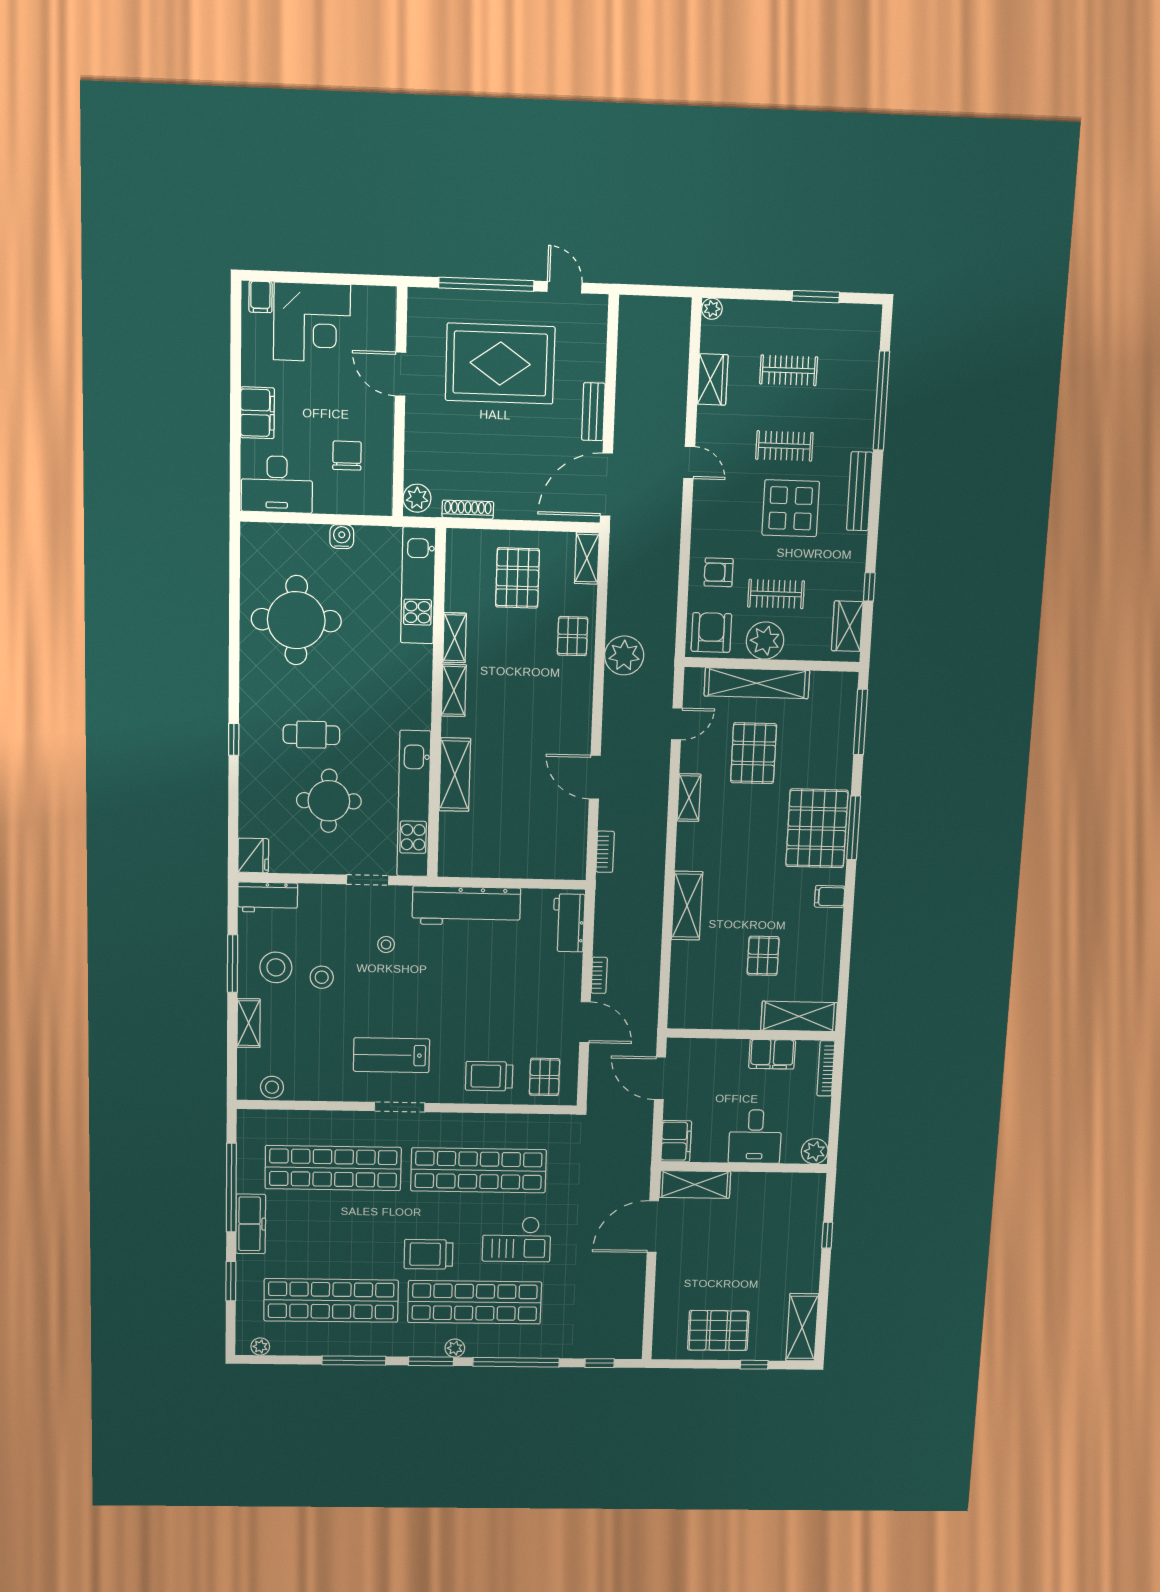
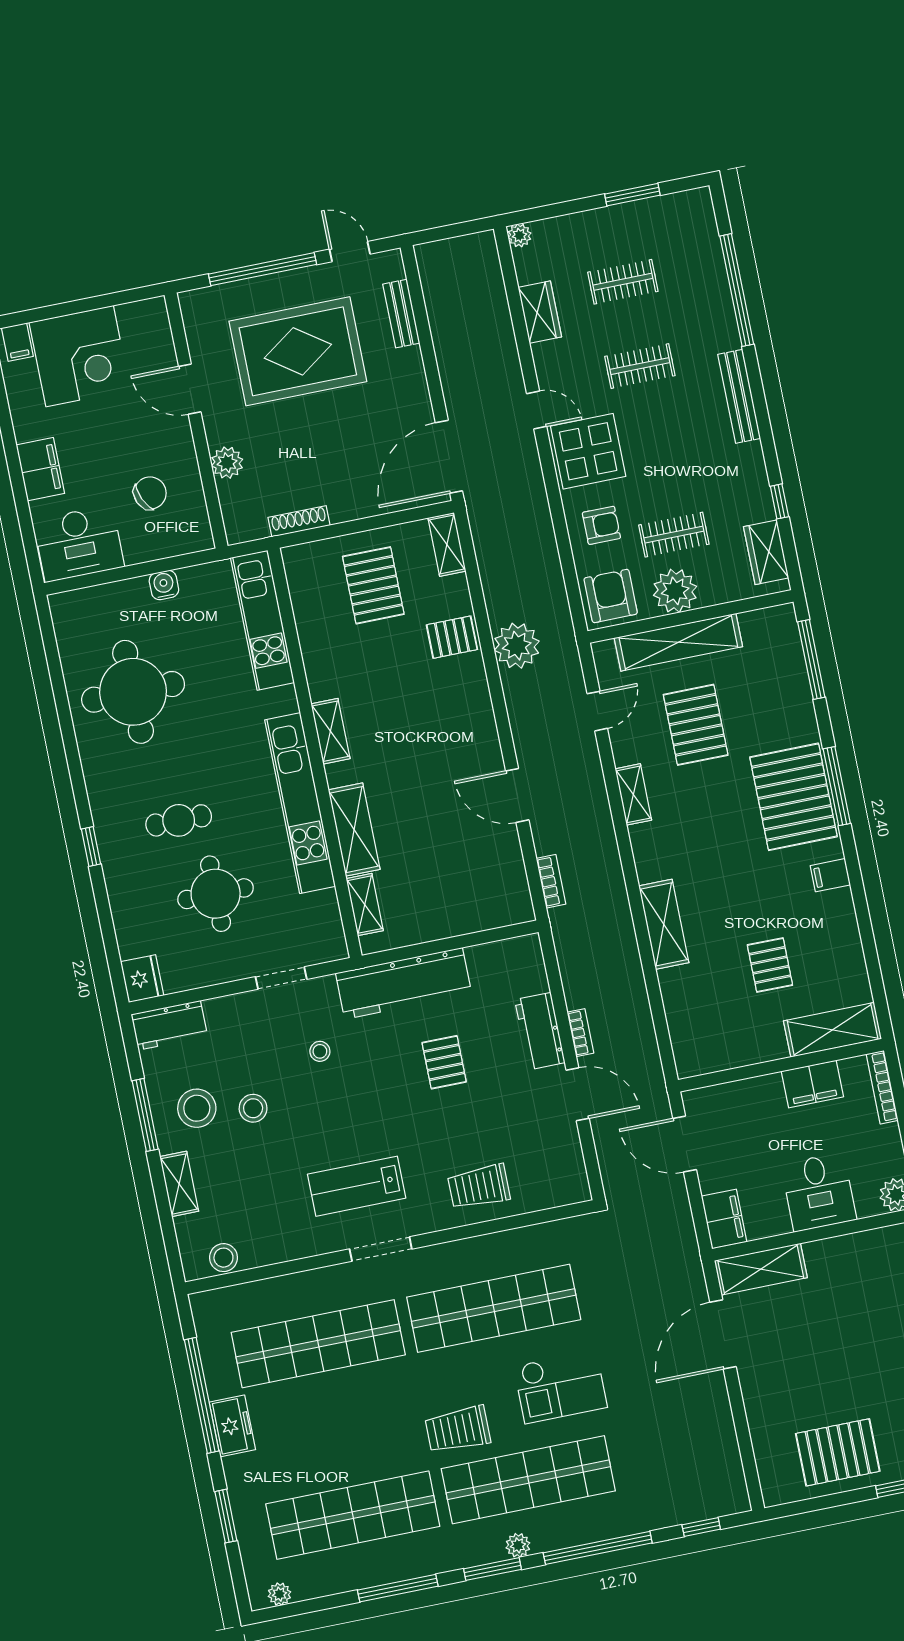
bench: (593, 412) -> (401, 314), moved
chair: (347, 456) -> (150, 493), turned 66
plant: (417, 498) -> (227, 463), moved
display table: (791, 508) -> (588, 451), moved
armchair: (719, 572) -> (601, 525), turned 180
pallet: (573, 636) -> (452, 637), turned 90
shelving: (455, 638) -> (365, 905), moved
kitchen unit: (414, 804) -> (300, 803), moved
workbench: (569, 923) -> (540, 1031), moved
pallet: (545, 1077) -> (444, 1062), moved
freezer: (251, 1224) -> (232, 1426), width x0.71

